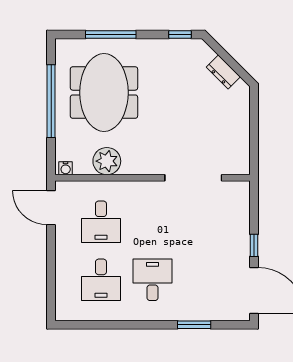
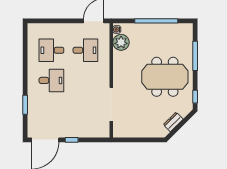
meeting table: (104, 93) -> (165, 77), moved
plant: (107, 161) -> (121, 42), moved
desk: (101, 222) -> (85, 50), turned 180

